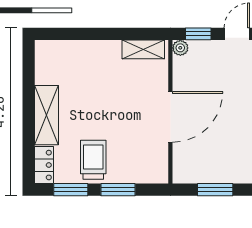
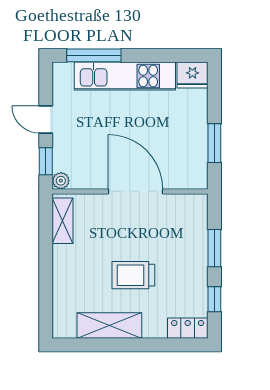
shelving: (47, 115) -> (109, 325), moved
trolley: (93, 160) -> (133, 275), moved
window: (71, 190) -> (214, 299), width x0.67

